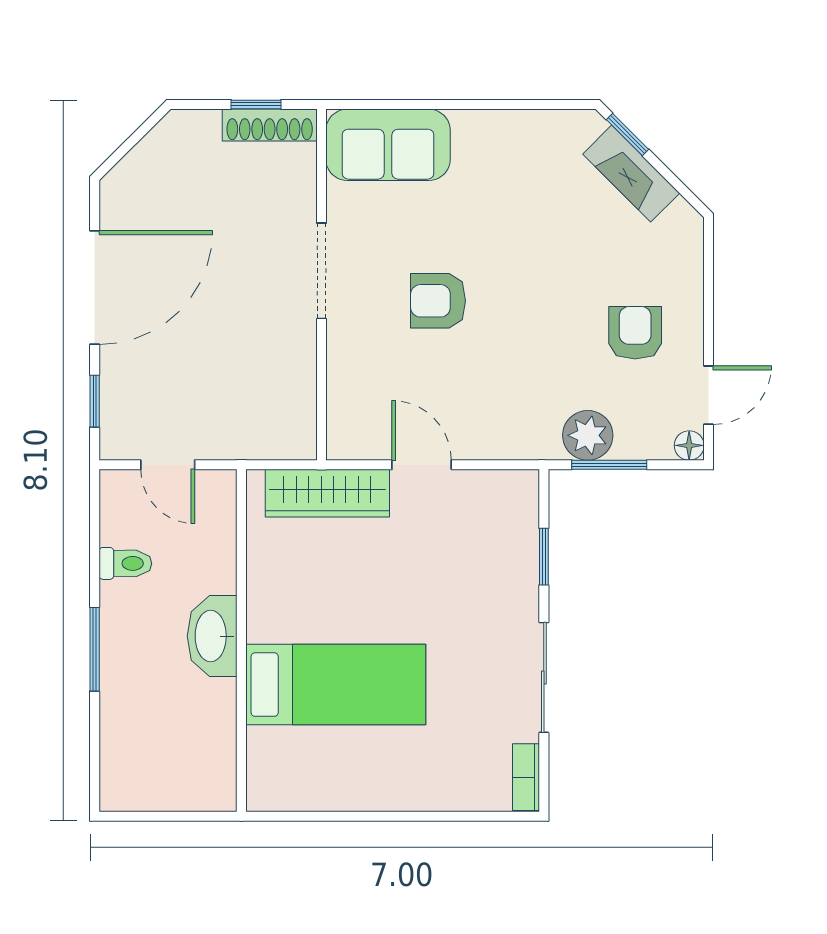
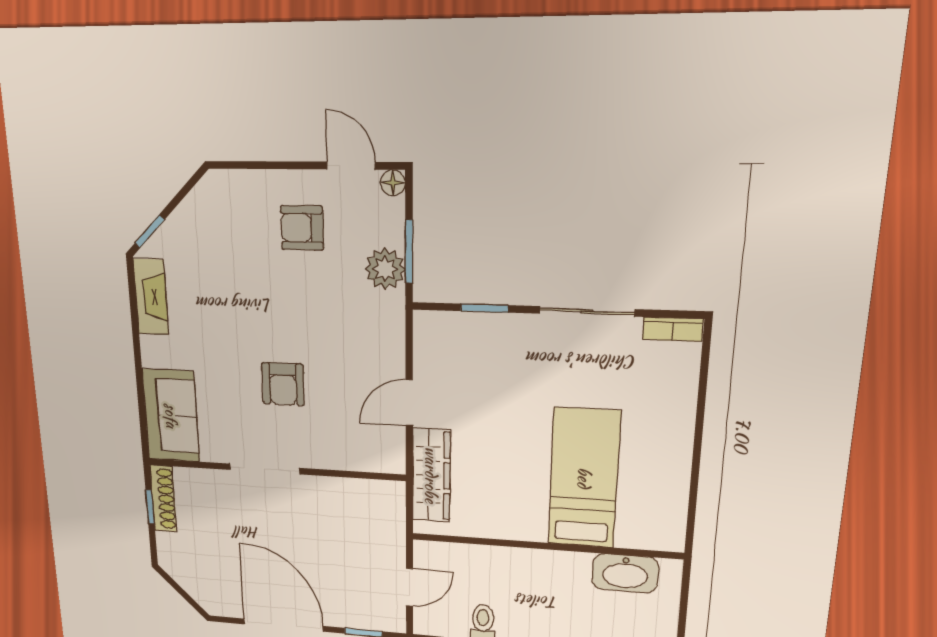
fireplace: (631, 174) -> (151, 297), moved, turned -45
washbasin: (212, 636) -> (625, 573), moved

